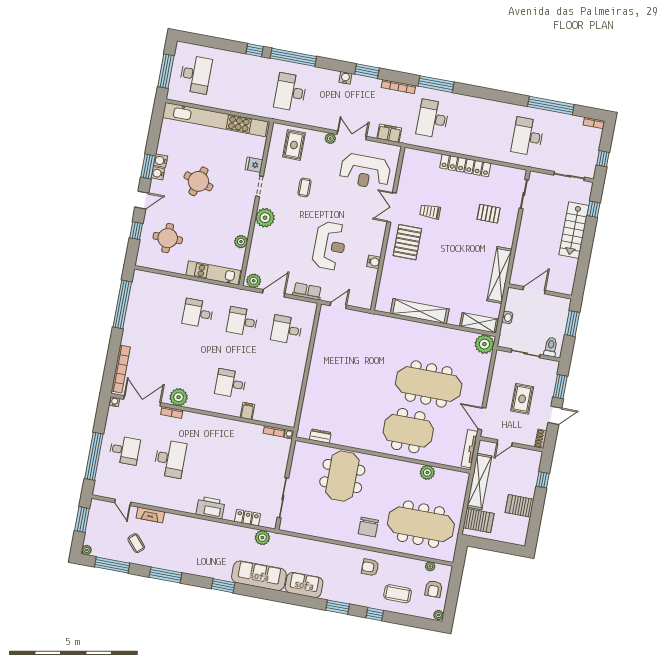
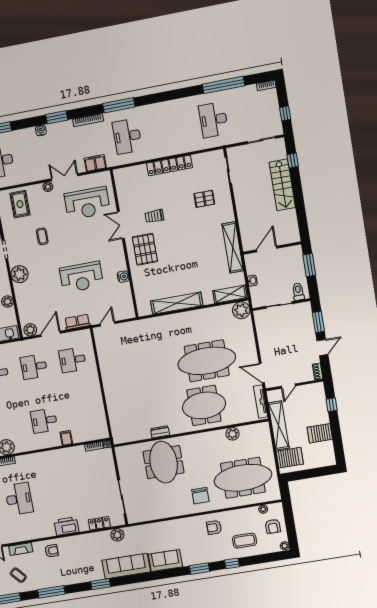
reception desk: (330, 246) -> (81, 277), turned 90
rug: (522, 399) -> (290, 344), removed
dresser: (320, 436) -> (160, 432), moved
armchair: (184, 529) -> (52, 551), added

